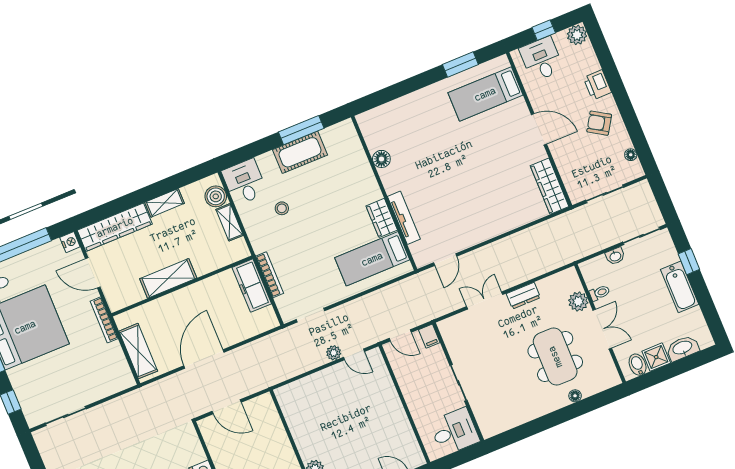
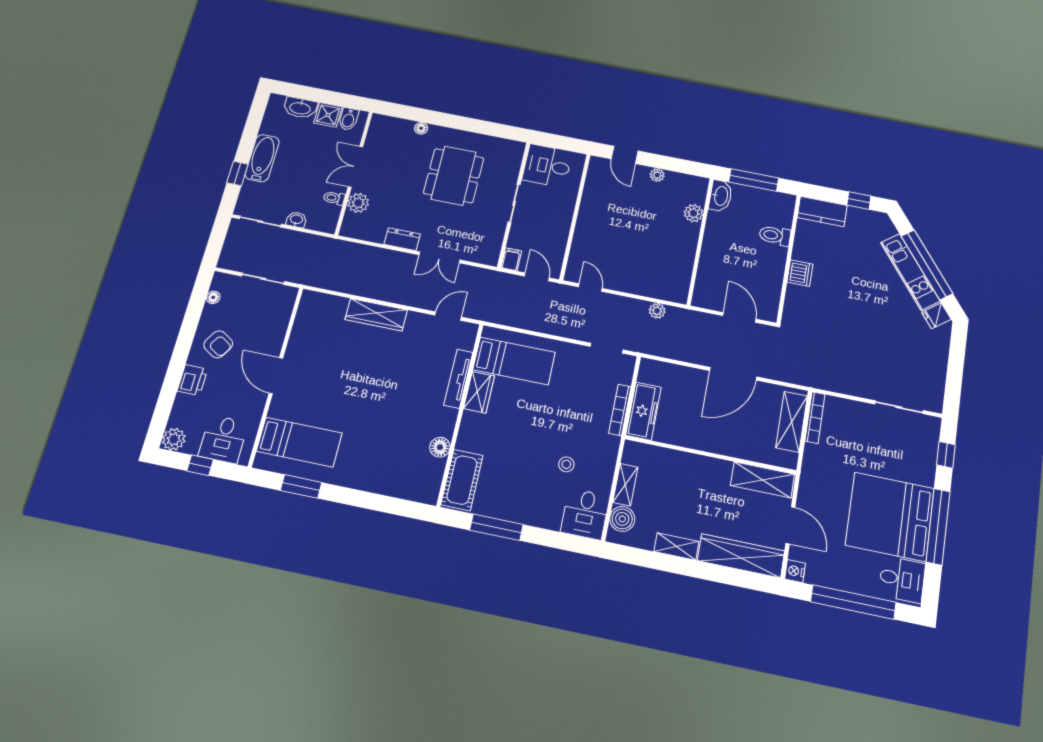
cot: (300, 152) -> (462, 480), moved, turned 90
wardrobe: (550, 186) -> (376, 315), moved, turned 90
shelving: (168, 278) -> (763, 480), moved
bookcase: (104, 320) -> (815, 418), moved
plant: (334, 353) -> (657, 311), moved
dining table: (555, 357) -> (454, 176), moved

